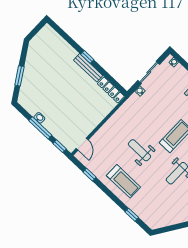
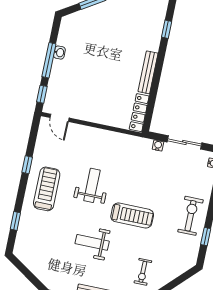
window: (87, 57) -> (167, 29), moved
door: (82, 144) -> (60, 118), hinge flipped
window: (90, 175) -> (27, 165), moved
treadmill: (123, 181) -> (47, 189), turned 180

